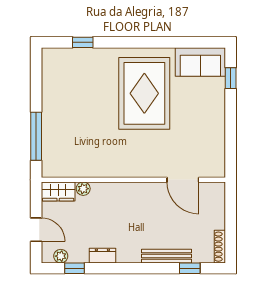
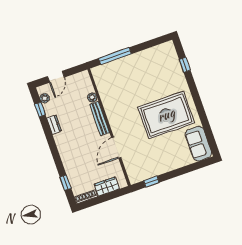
window: (231, 78) -> (151, 182), moved
door: (183, 180) -> (116, 148), moved
wardrobe: (58, 192) -> (107, 187), moved, turned 90
bench: (166, 256) -> (100, 119), moved

